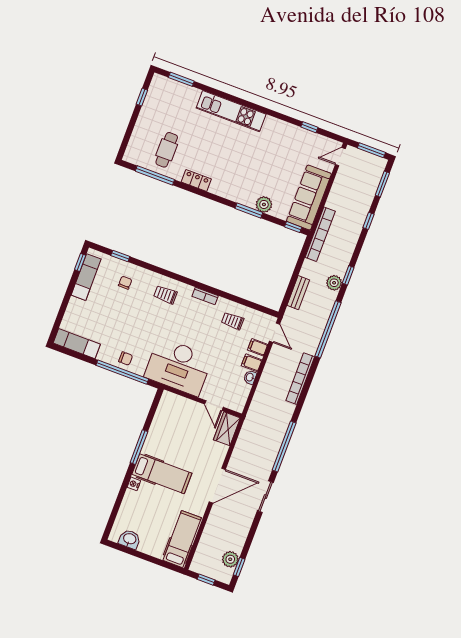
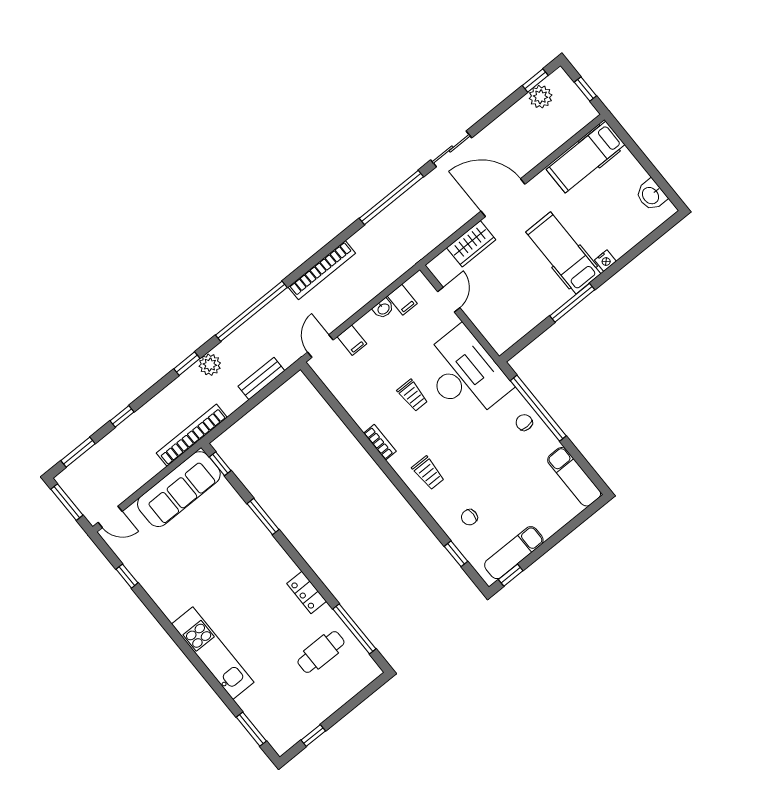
plant: (264, 204) -> (240, 513), removed
trolley: (233, 321) -> (413, 395), moved
filing cabinet: (252, 363) -> (402, 300), moved
wardrobe: (227, 429) -> (471, 244), moved

